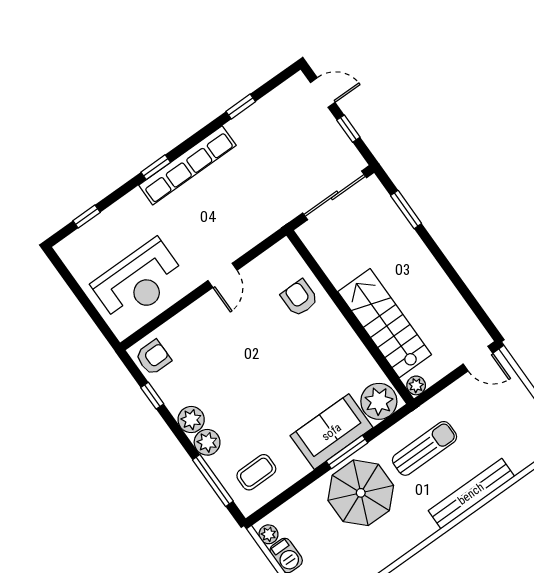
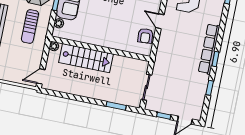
window: (156, 167) -> (215, 59), moved
sliding door: (335, 195) -> (146, 87), width x0.73
armchair: (299, 298) -> (145, 36), moved, turned 86
plant: (379, 401) -> (59, 23), width x0.53, depth x0.53

